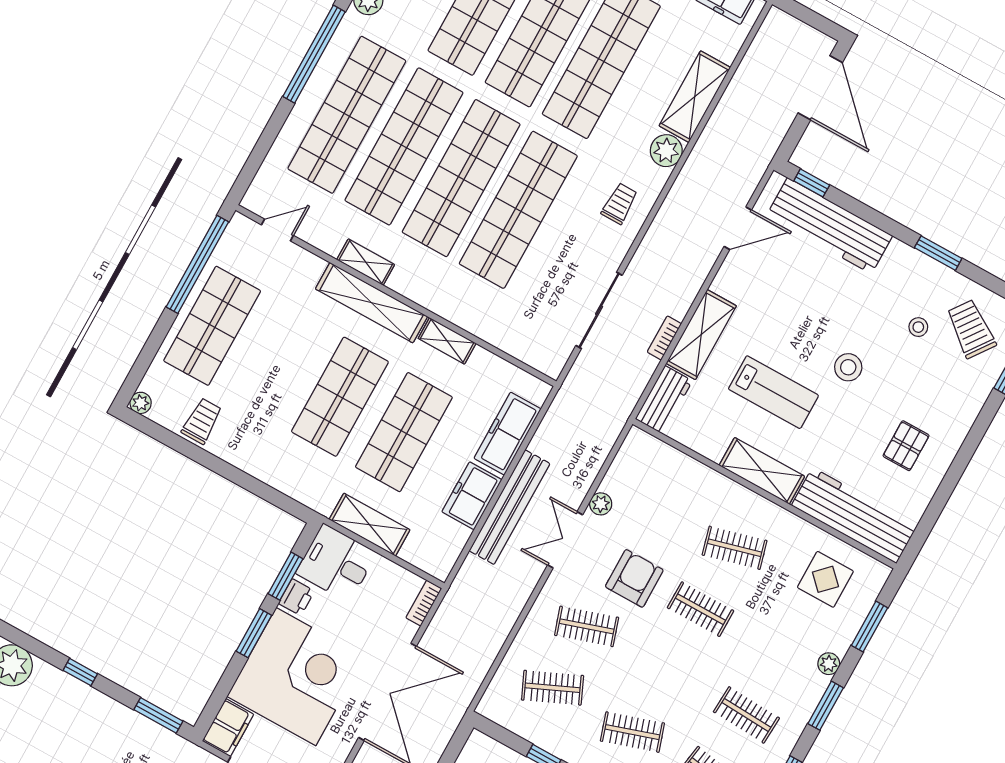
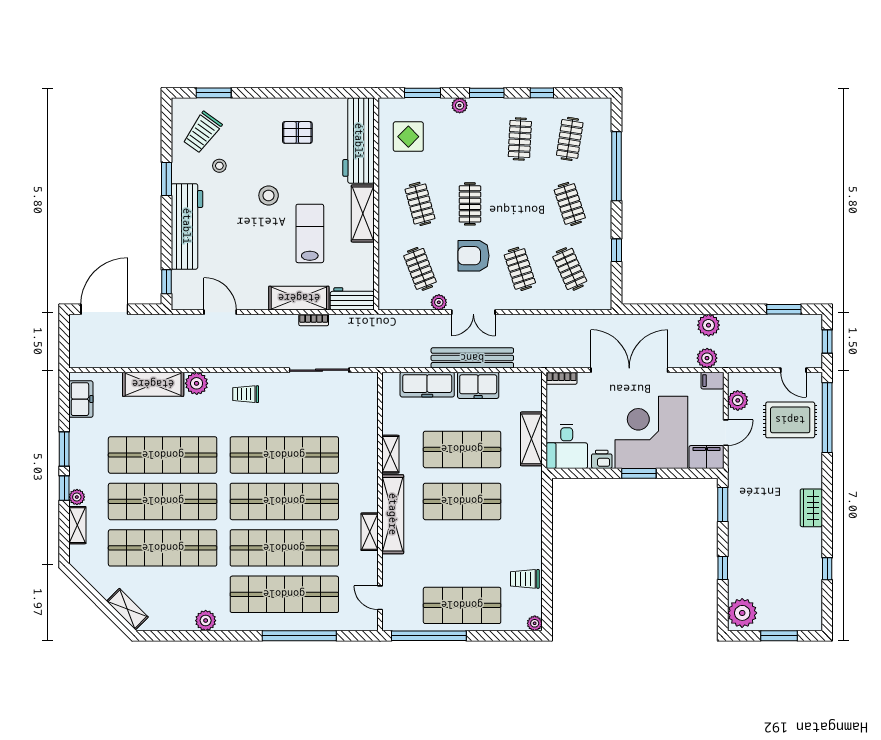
window: (314, 54) -> (299, 636), moved
workbench: (829, 226) -> (187, 226), moved
clothes rail: (655, 503) -> (420, 269), added
window: (285, 576) -> (592, 473), removed

